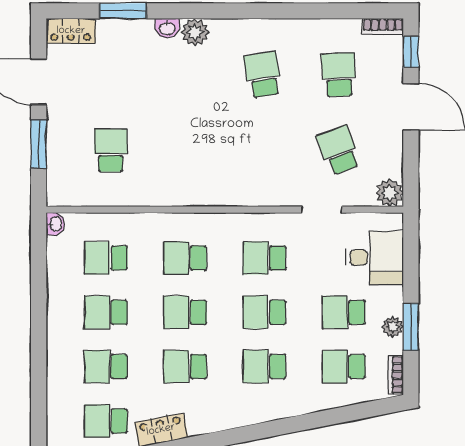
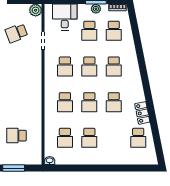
school desk: (106, 367) -> (114, 138), removed

